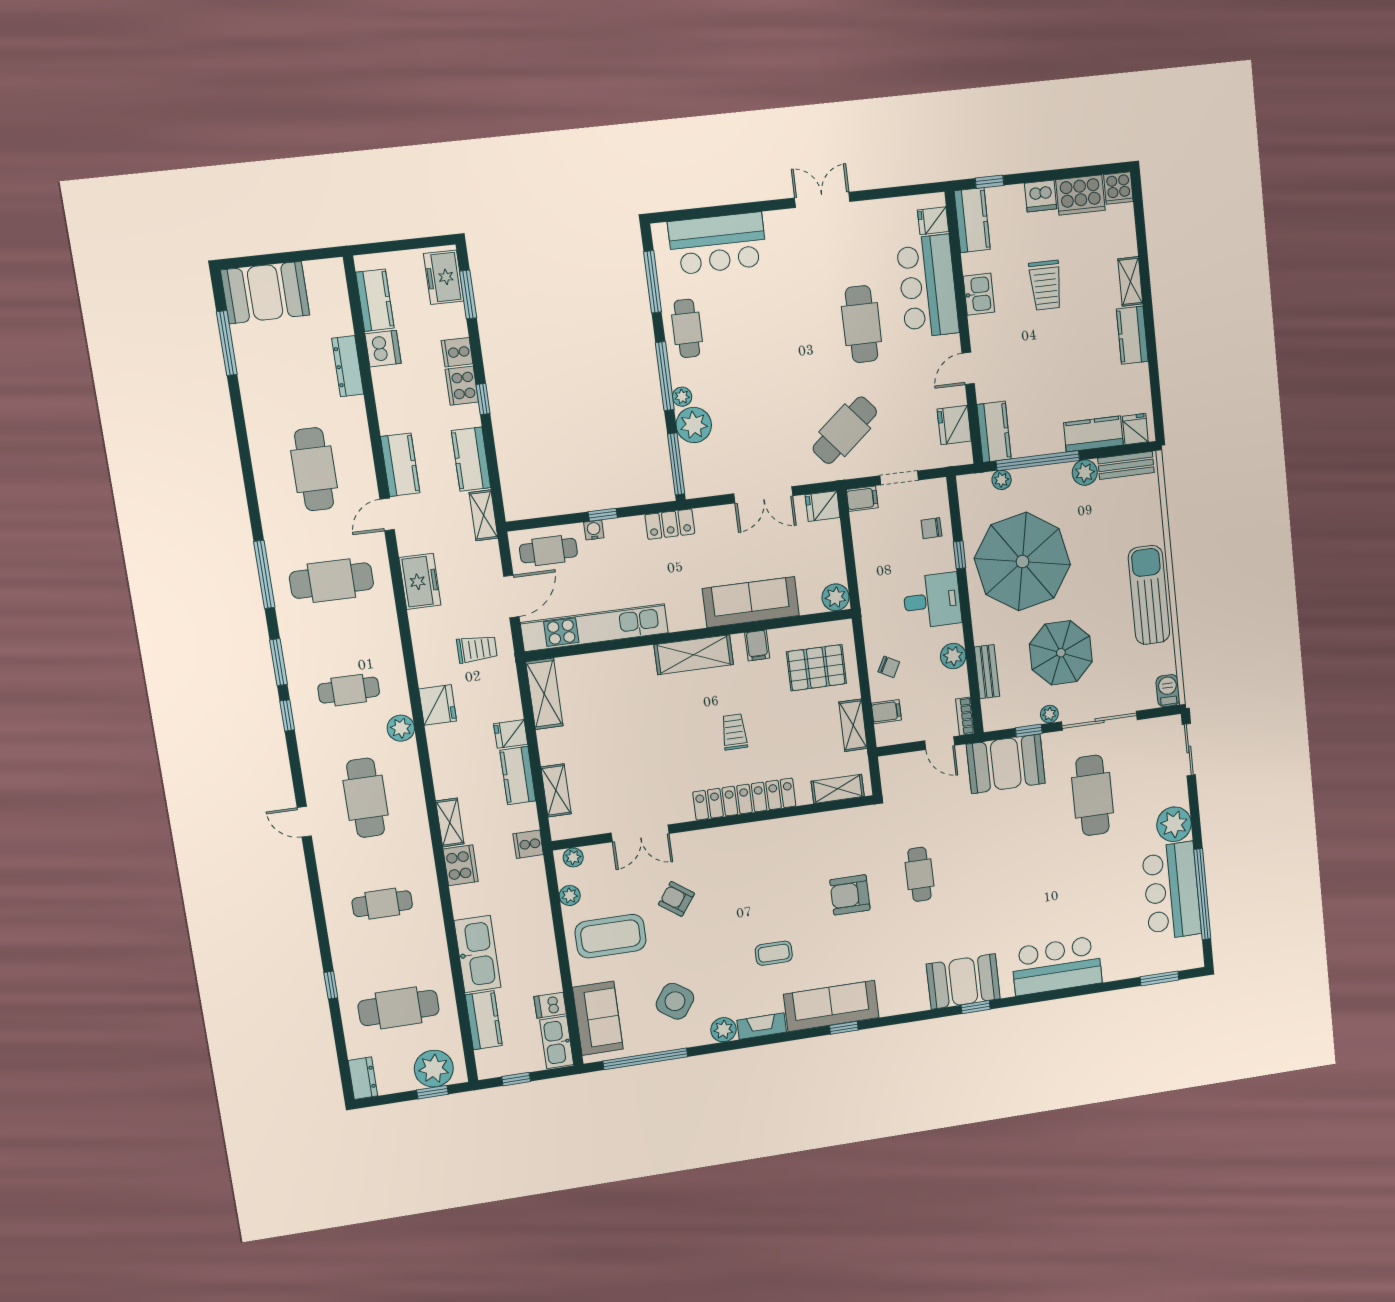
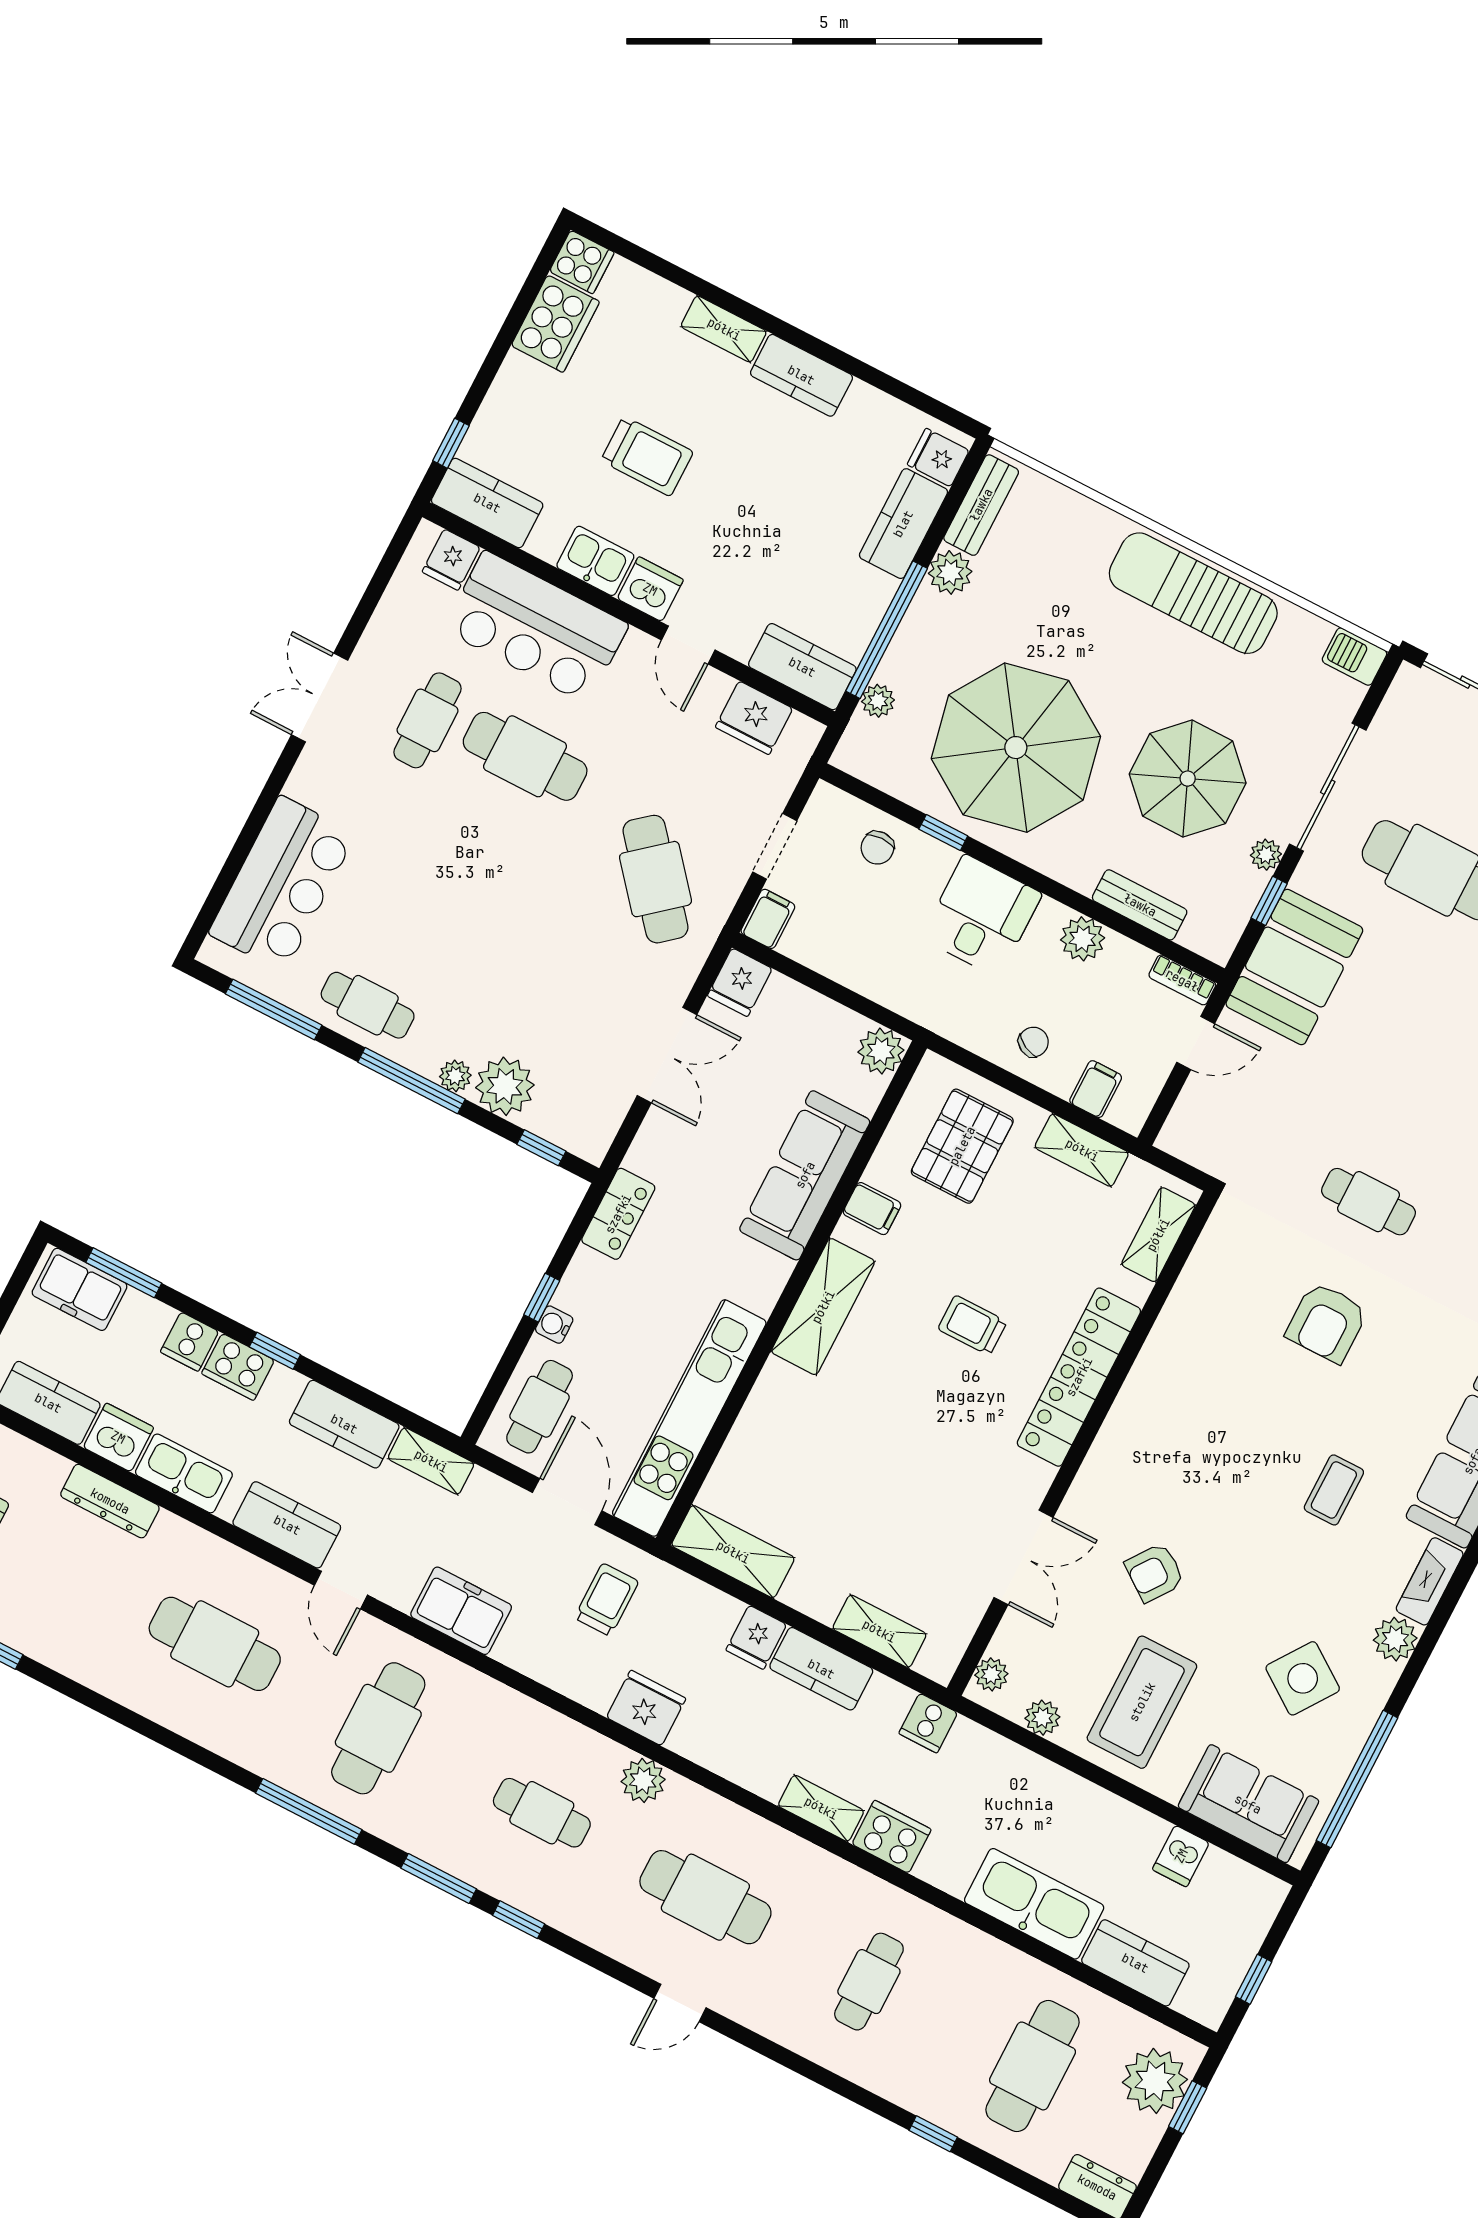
dishwasher: (1041, 196) -> (650, 589), moved, turned -90
cafe table: (847, 263) -> (428, 720), added
window: (676, 464) -> (541, 1148), width x0.46
cafe table: (349, 690) -> (542, 1813), turned 90
kitchen sink: (557, 1042) -> (184, 1473), moved, turned 180

